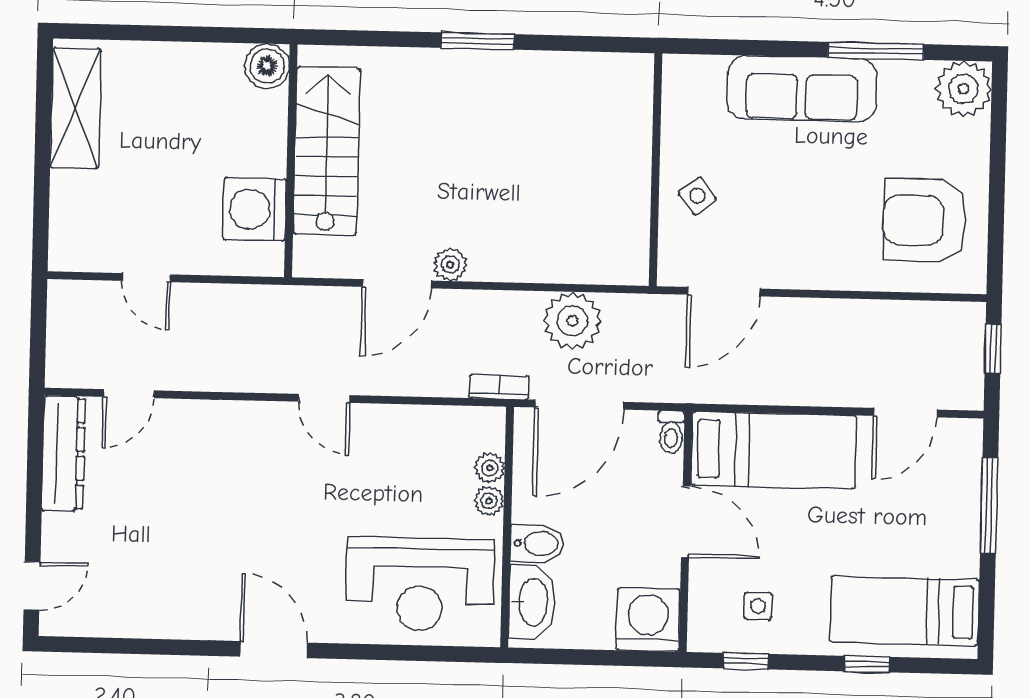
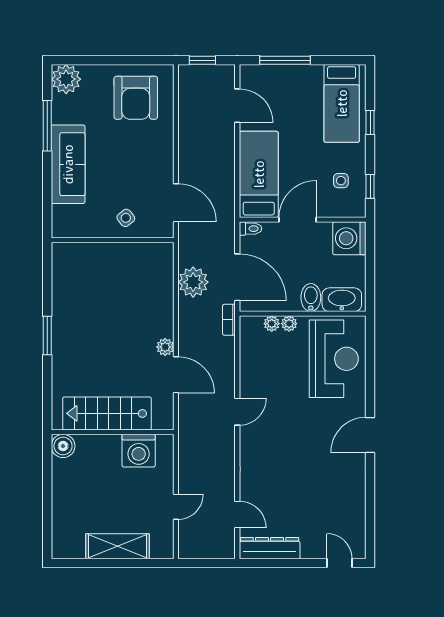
shelving: (75, 108) -> (117, 546), moved

